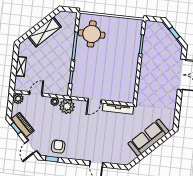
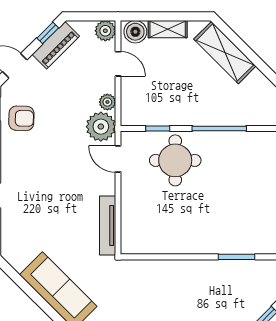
shelving: (45, 32) -> (225, 53), moved
round table: (92, 34) -> (175, 160), moved
boiler: (20, 83) -> (135, 32), added
door: (95, 101) -> (118, 159), moved

